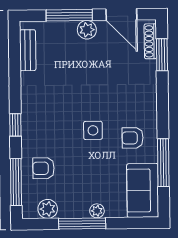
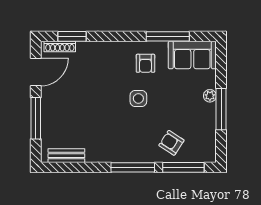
plant: (87, 30) -> (49, 103), removed
window: (15, 125) -> (133, 167), width x2.17
armchair: (44, 168) -> (171, 143), turned 123
plant: (48, 209) -> (208, 140), removed

